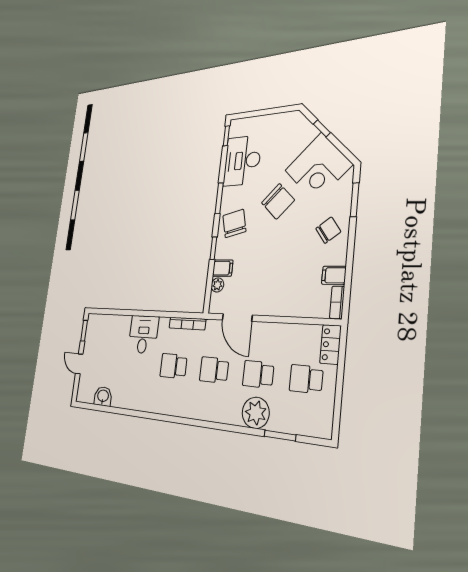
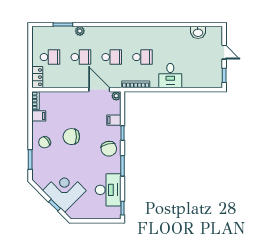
corner desk: (318, 167) -> (64, 191), moved
chair: (278, 201) -> (71, 137), moved, turned -44
plant: (217, 285) -> (116, 96), moved
plant: (256, 413) -> (80, 31), width x0.53, depth x0.53

